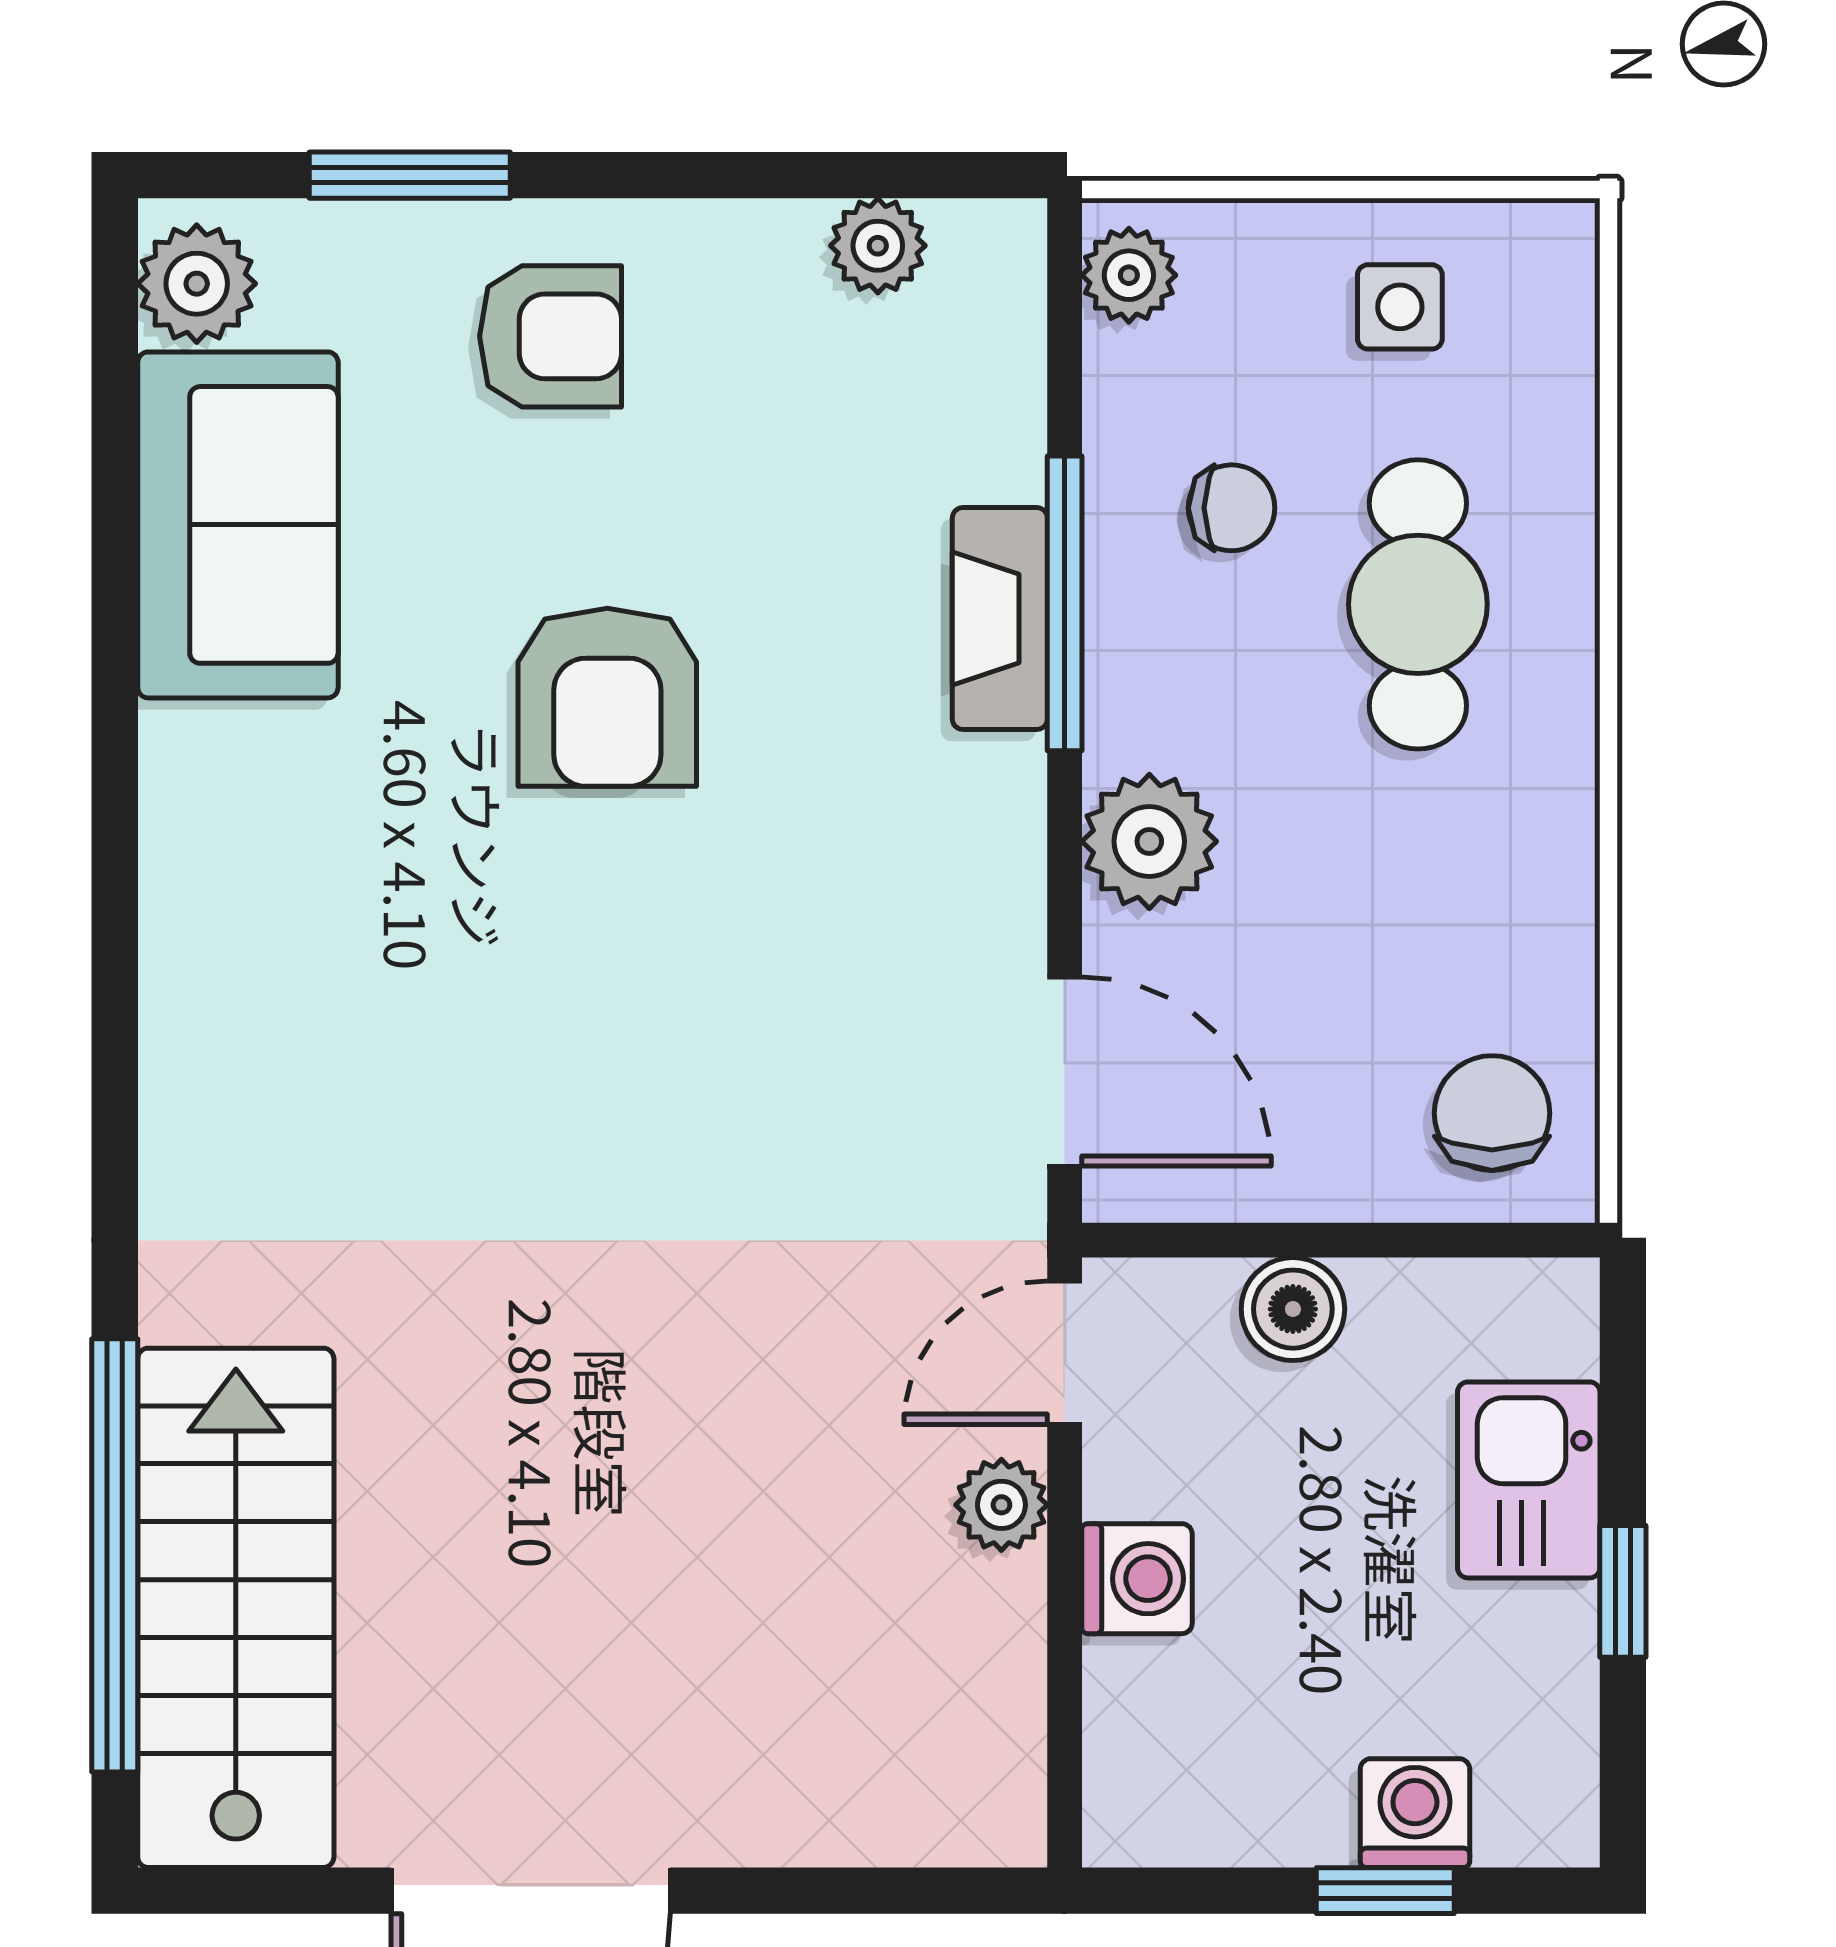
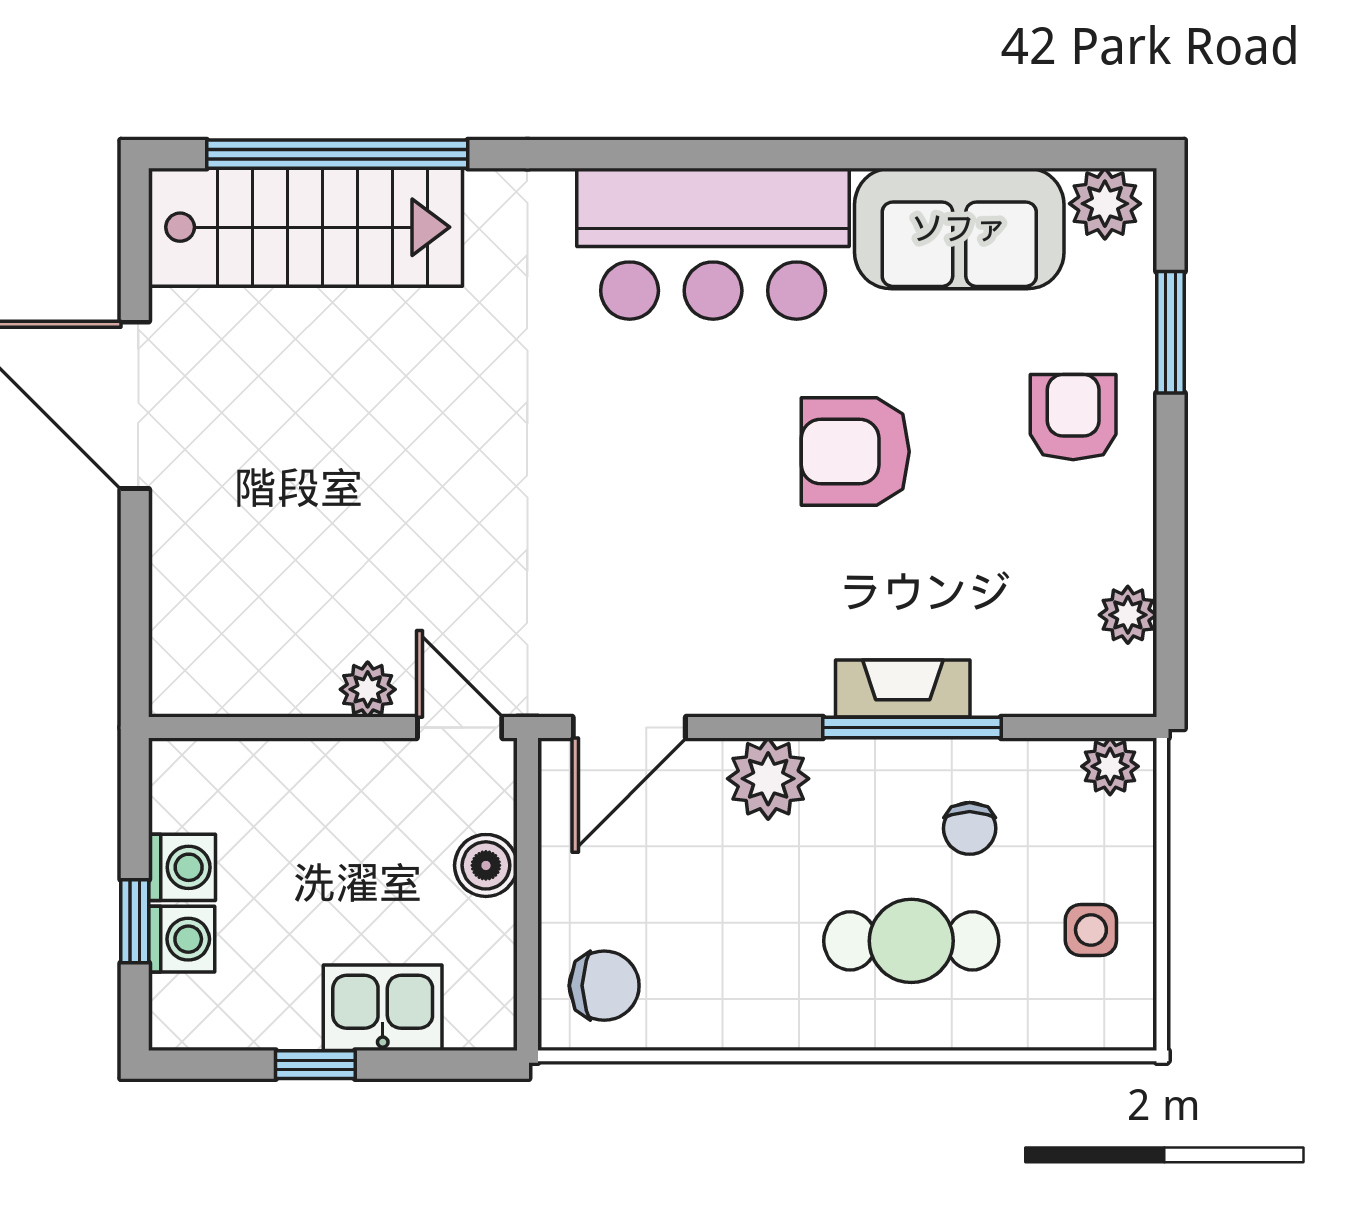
armchair: (551, 336) -> (1073, 417), turned 180
bar counter: (263, 933) -> (713, 244), added
washing machine: (1137, 1579) -> (182, 867), moved, turned -90

